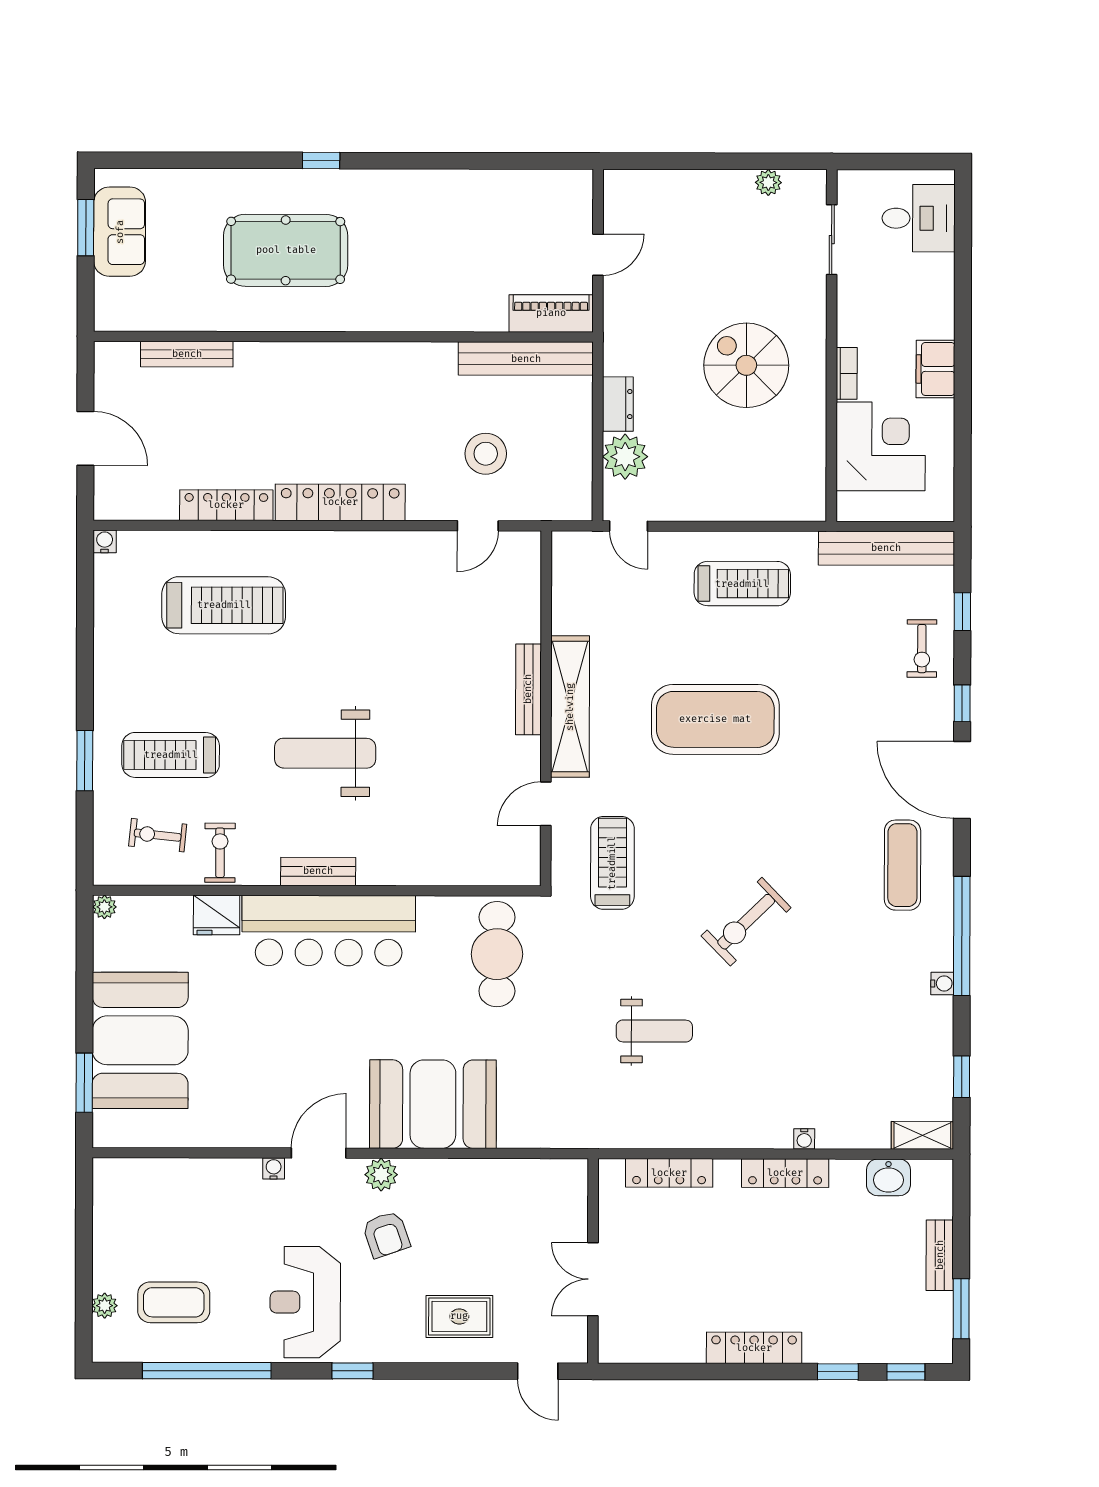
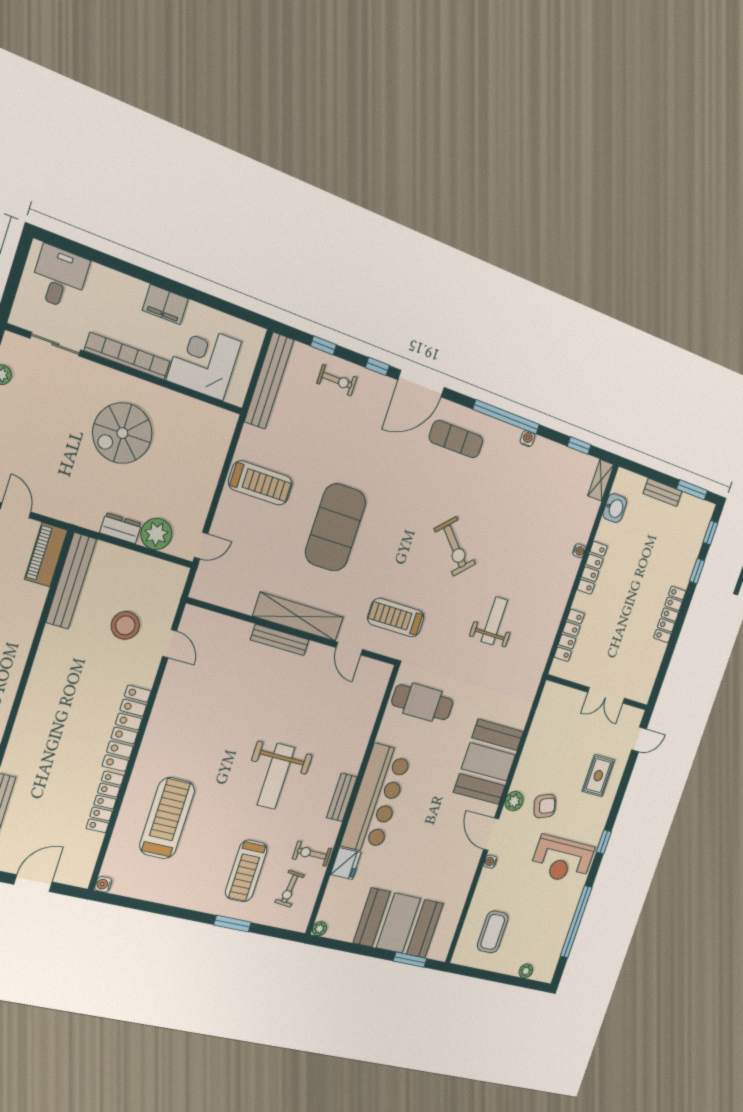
bookcase: (847, 373) -> (127, 356), width x2.31, depth x1.31
treadmill: (742, 584) -> (260, 483), turned 90
coffee table: (174, 1302) -> (493, 932), moved

